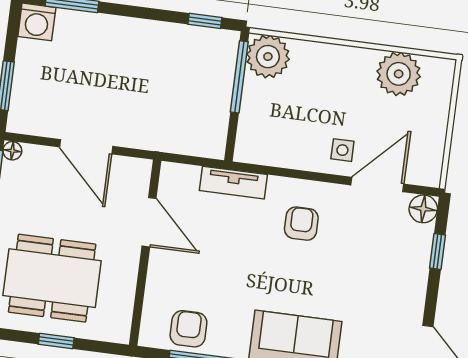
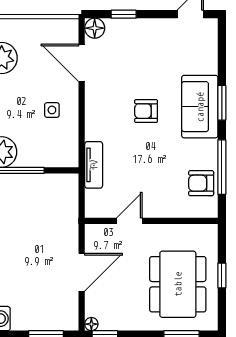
side table: (342, 150) -> (52, 110), moved
door: (149, 222) -> (129, 221), width x0.73
armchair: (301, 224) -> (146, 111), moved

